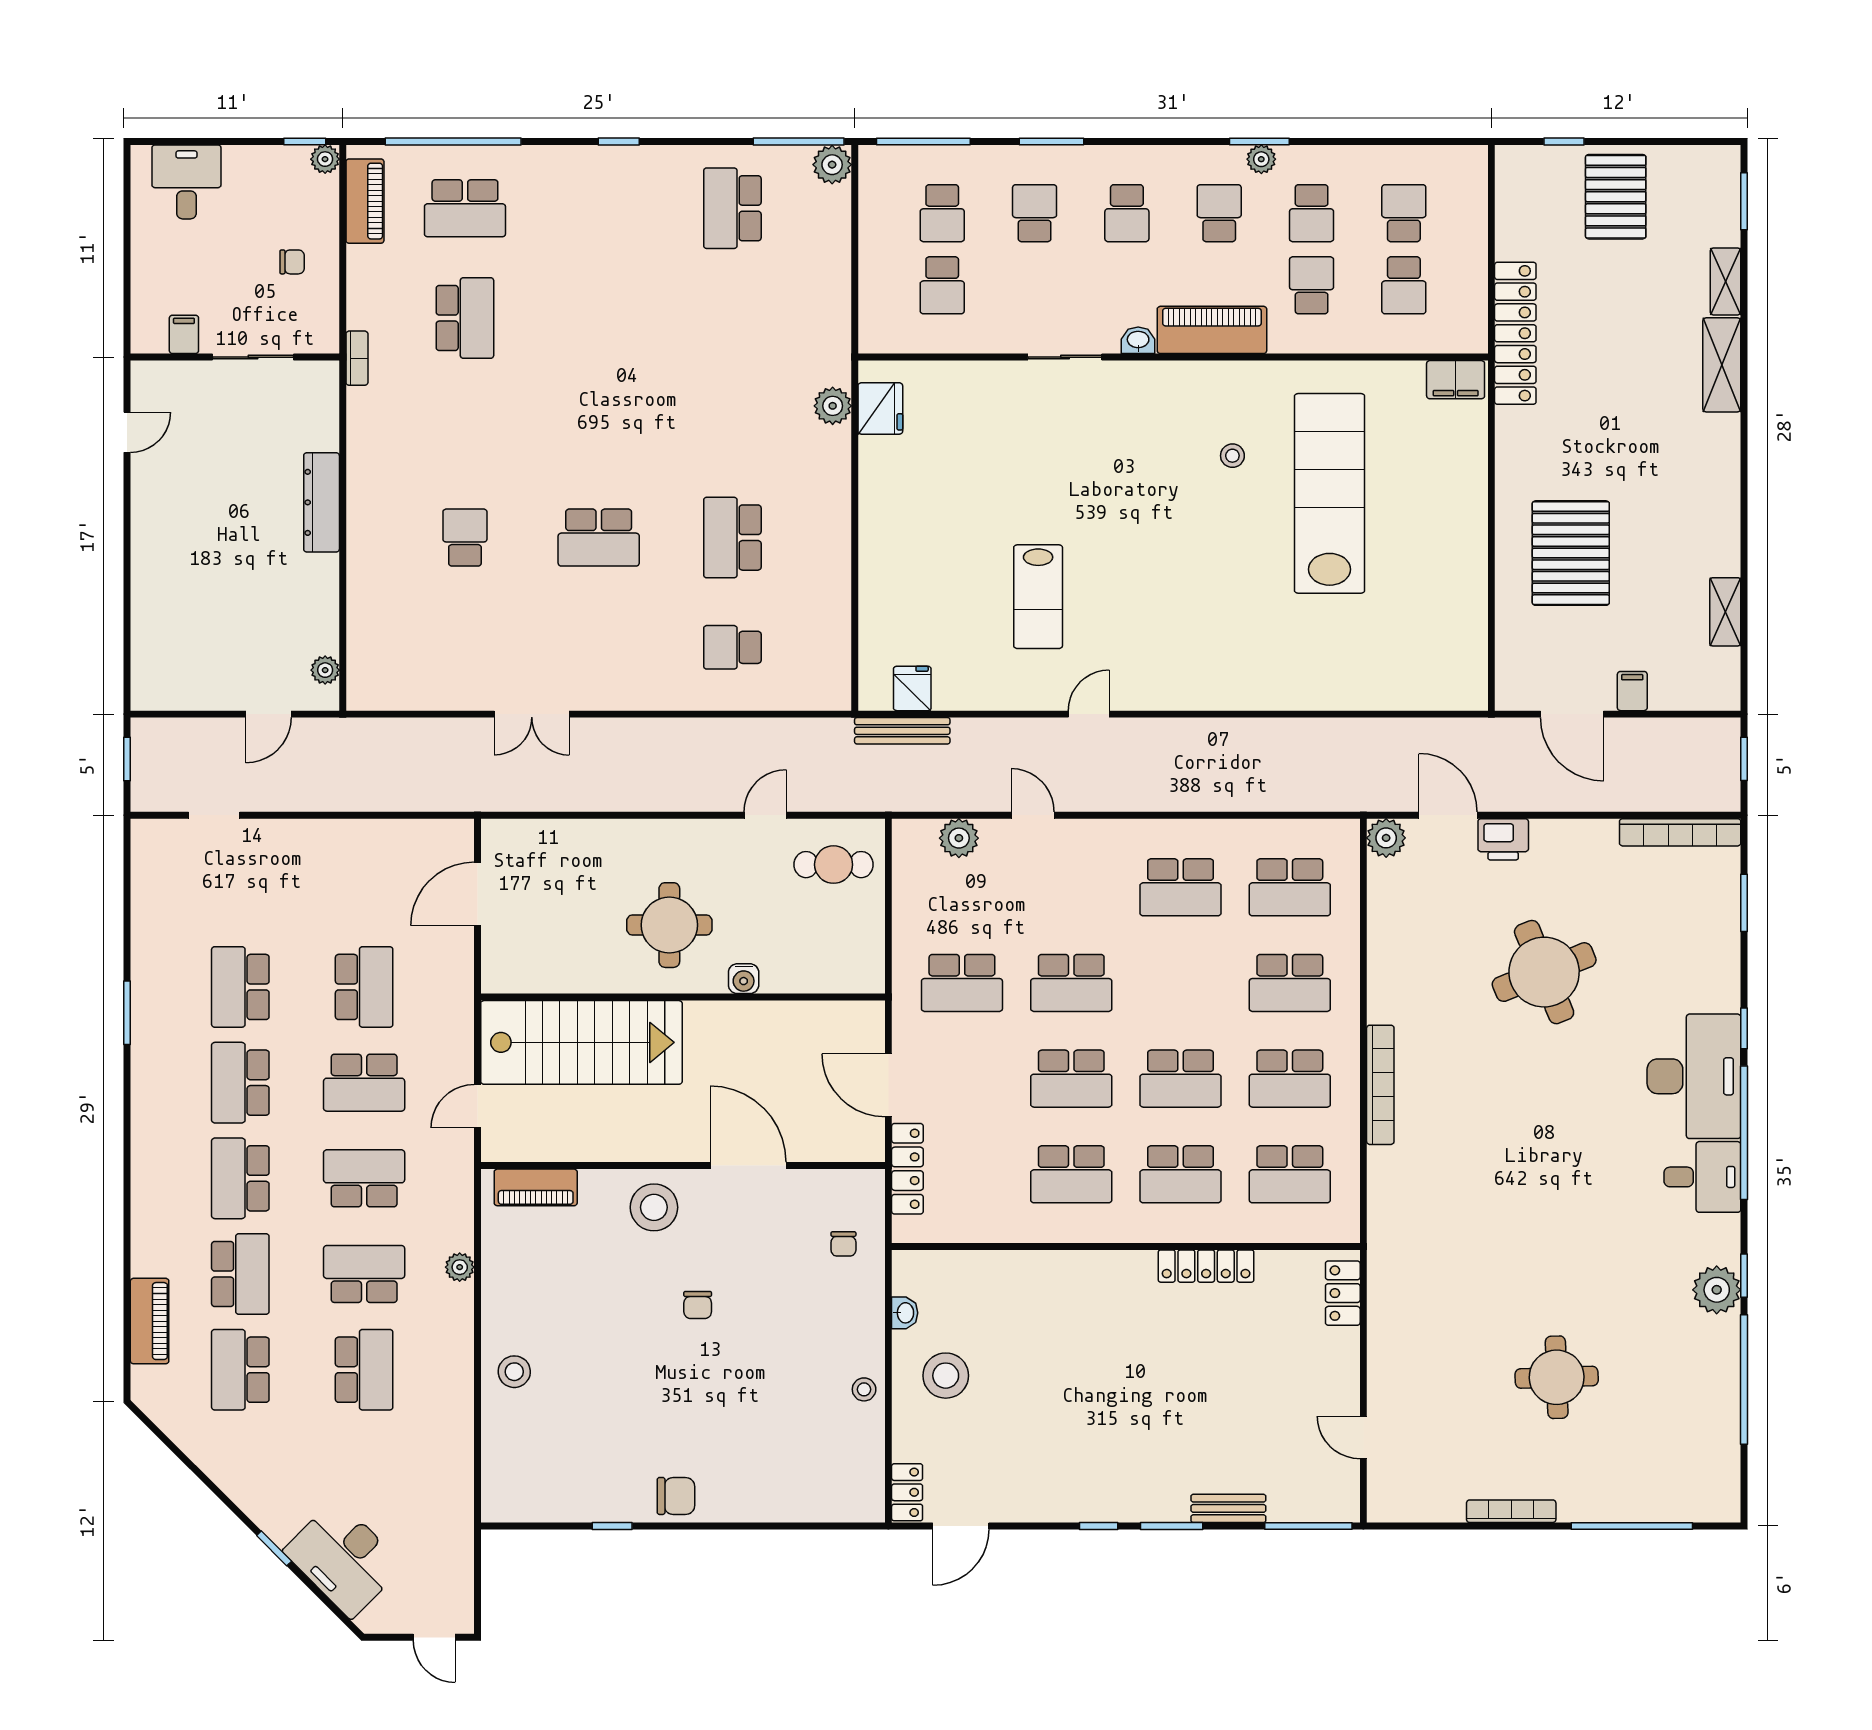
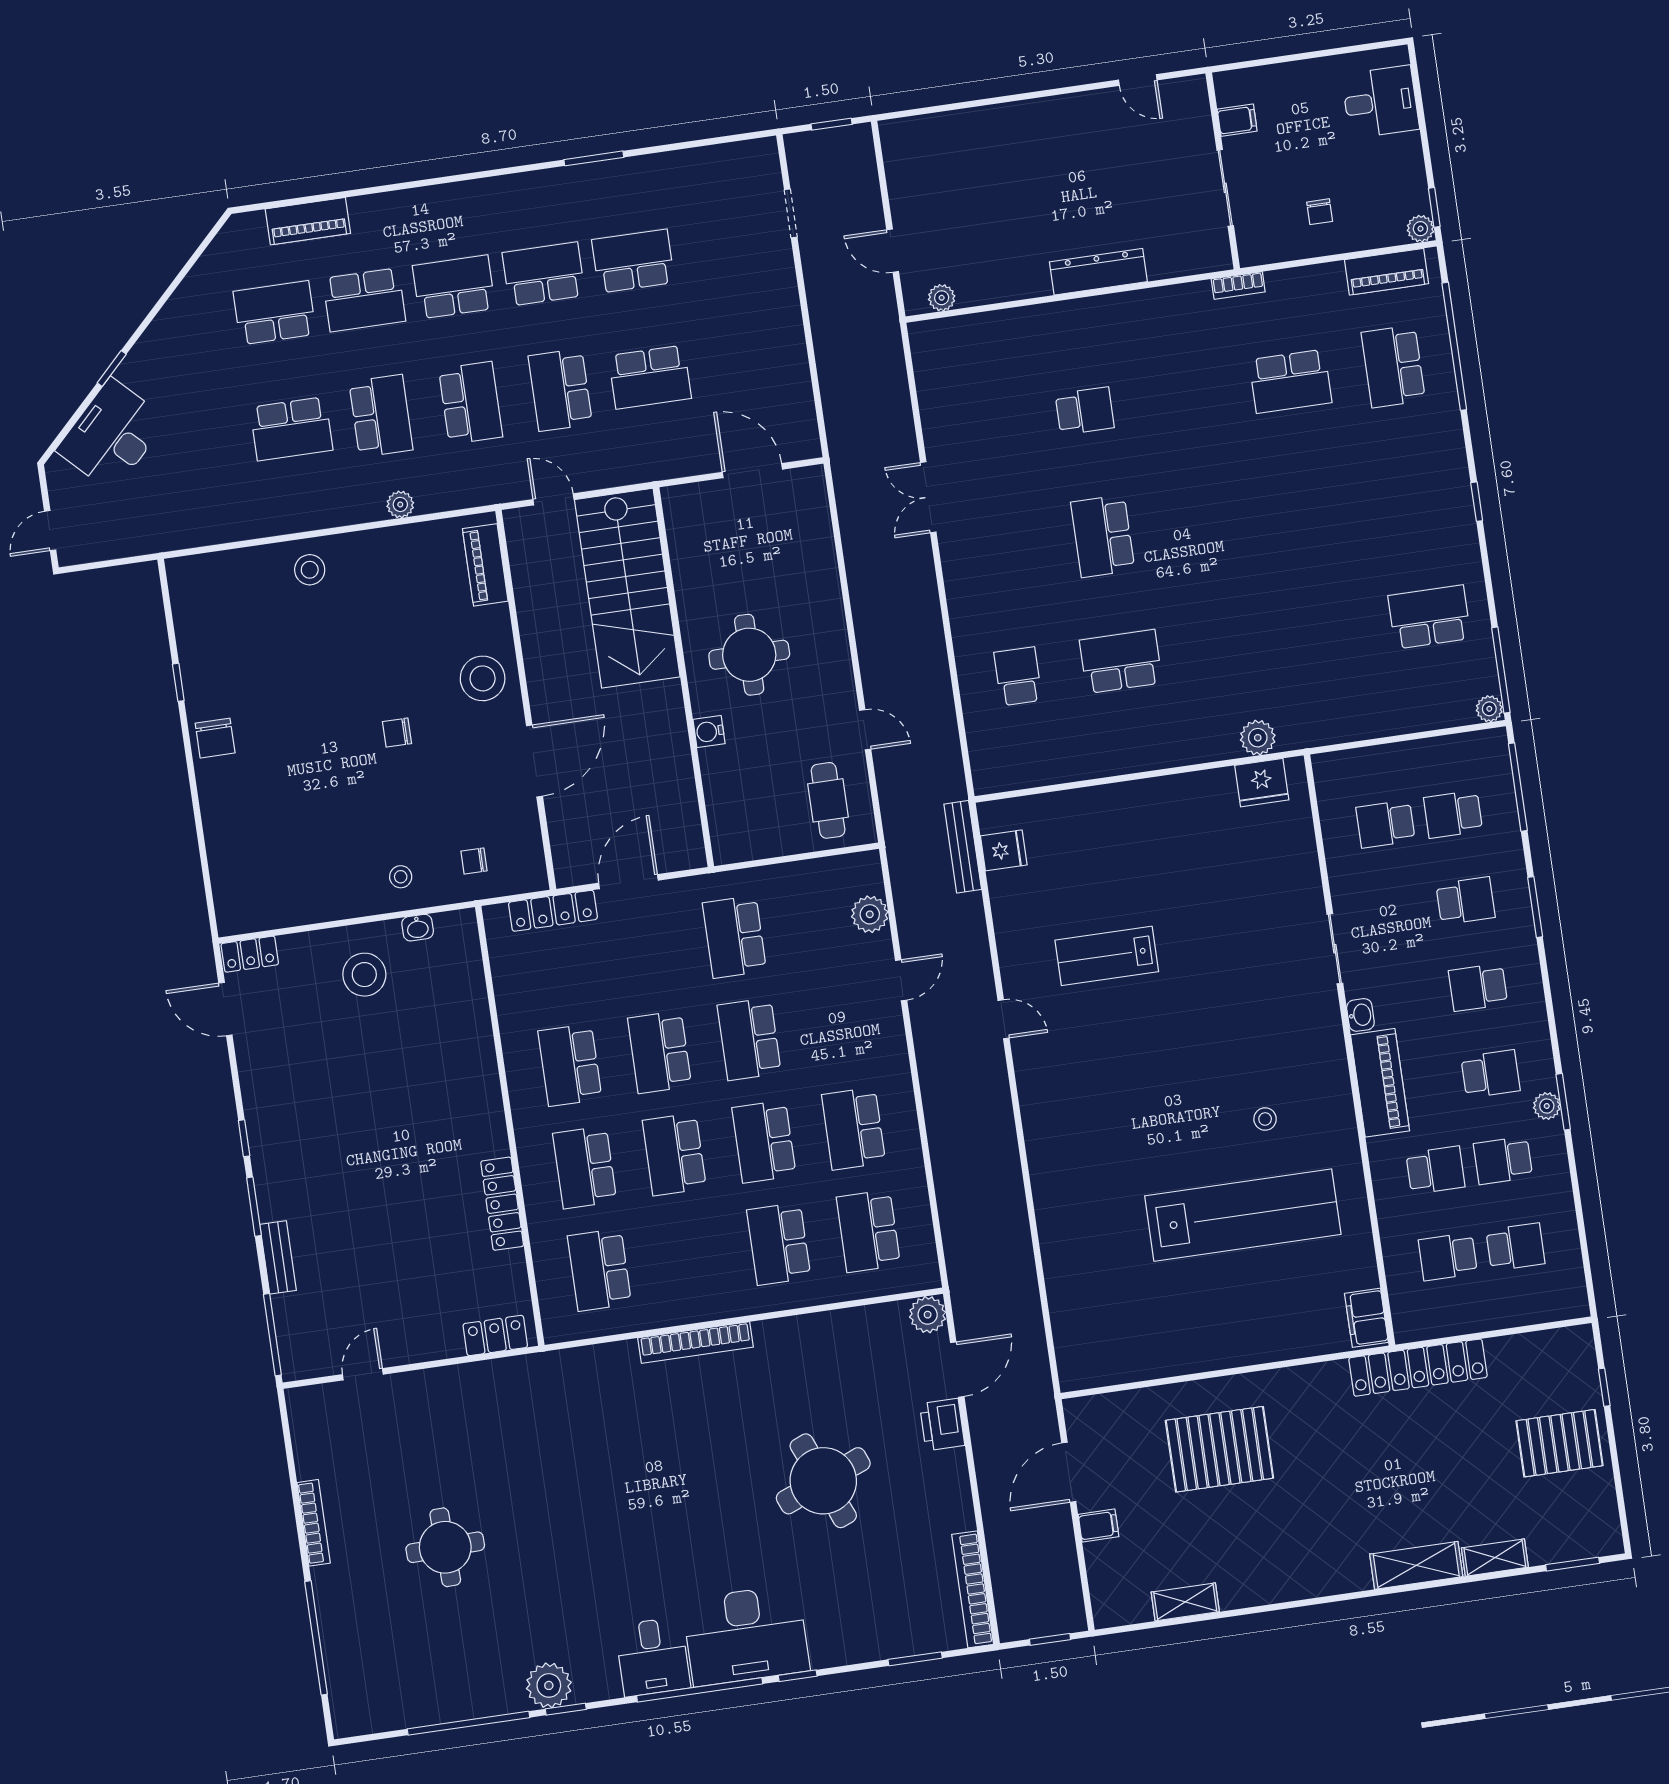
plant: (832, 165) -> (1489, 709), width x0.73, depth x0.73
school desk: (1290, 1079) -> (764, 1142), moved
stool: (864, 1389) -> (401, 877), moved

